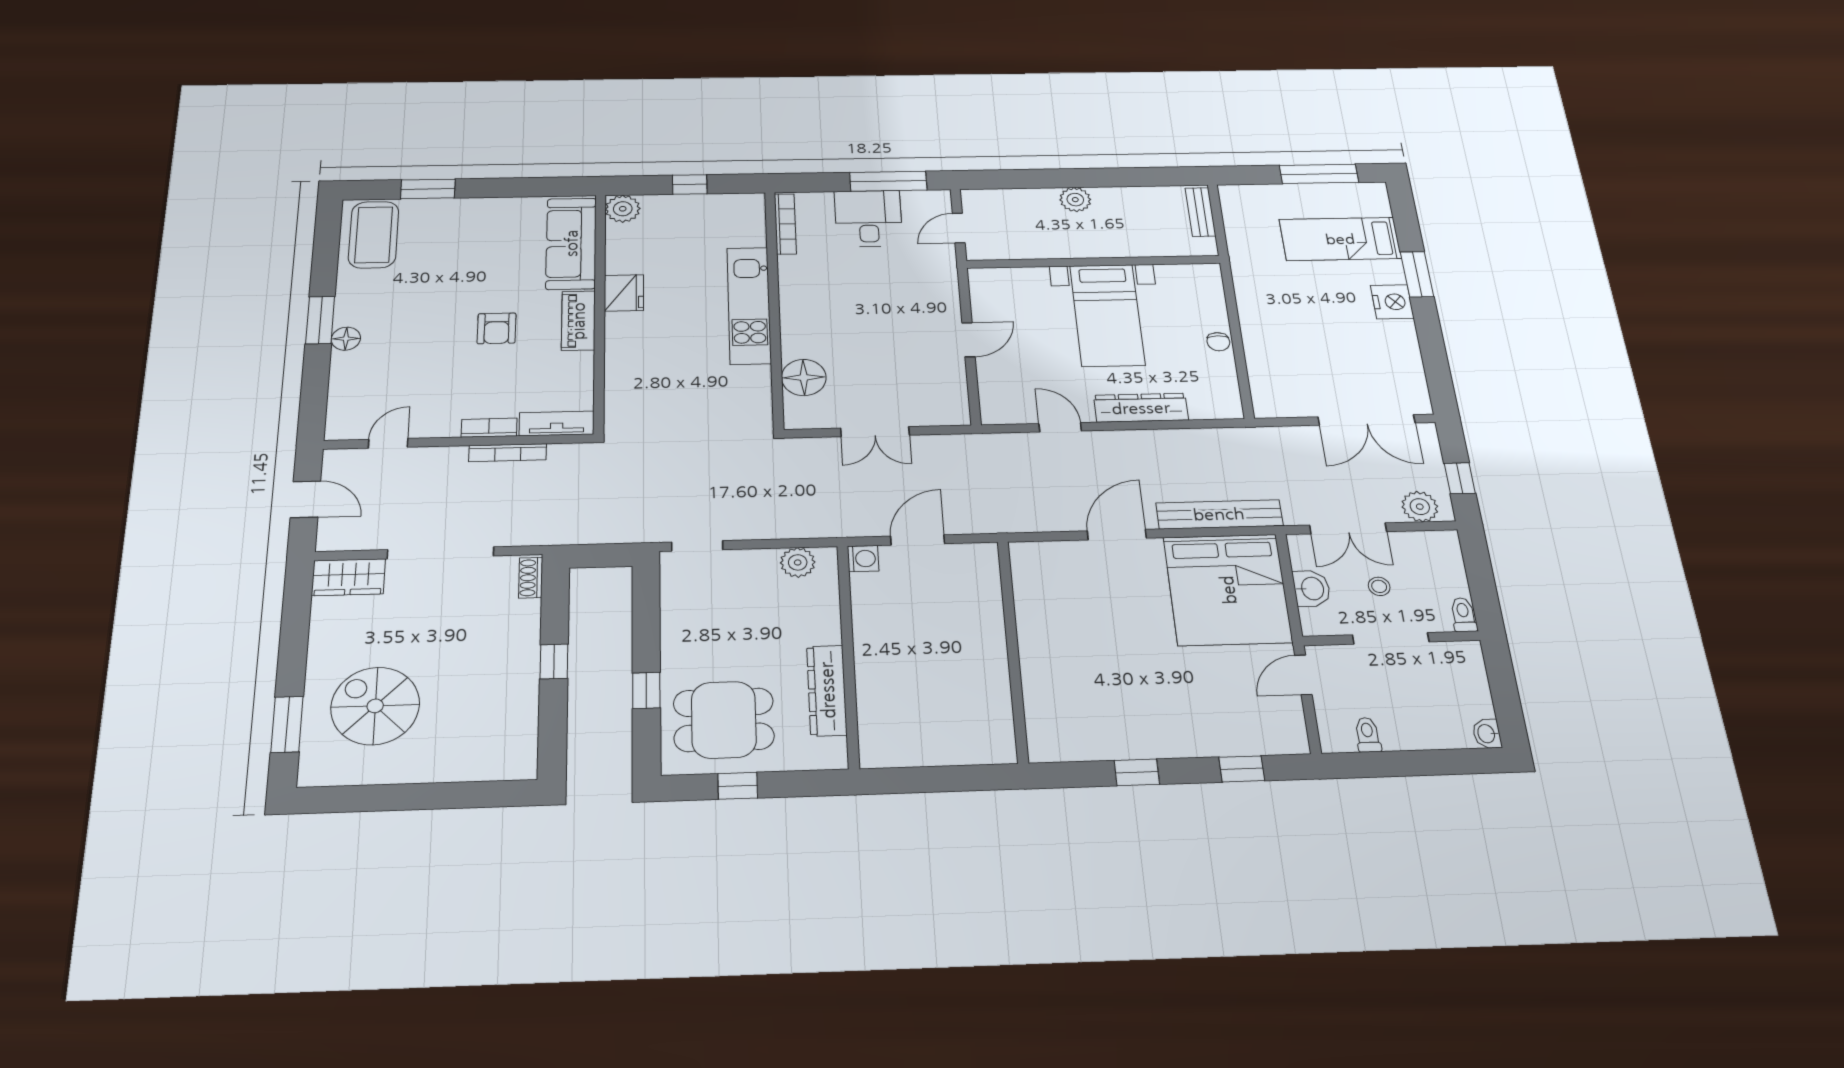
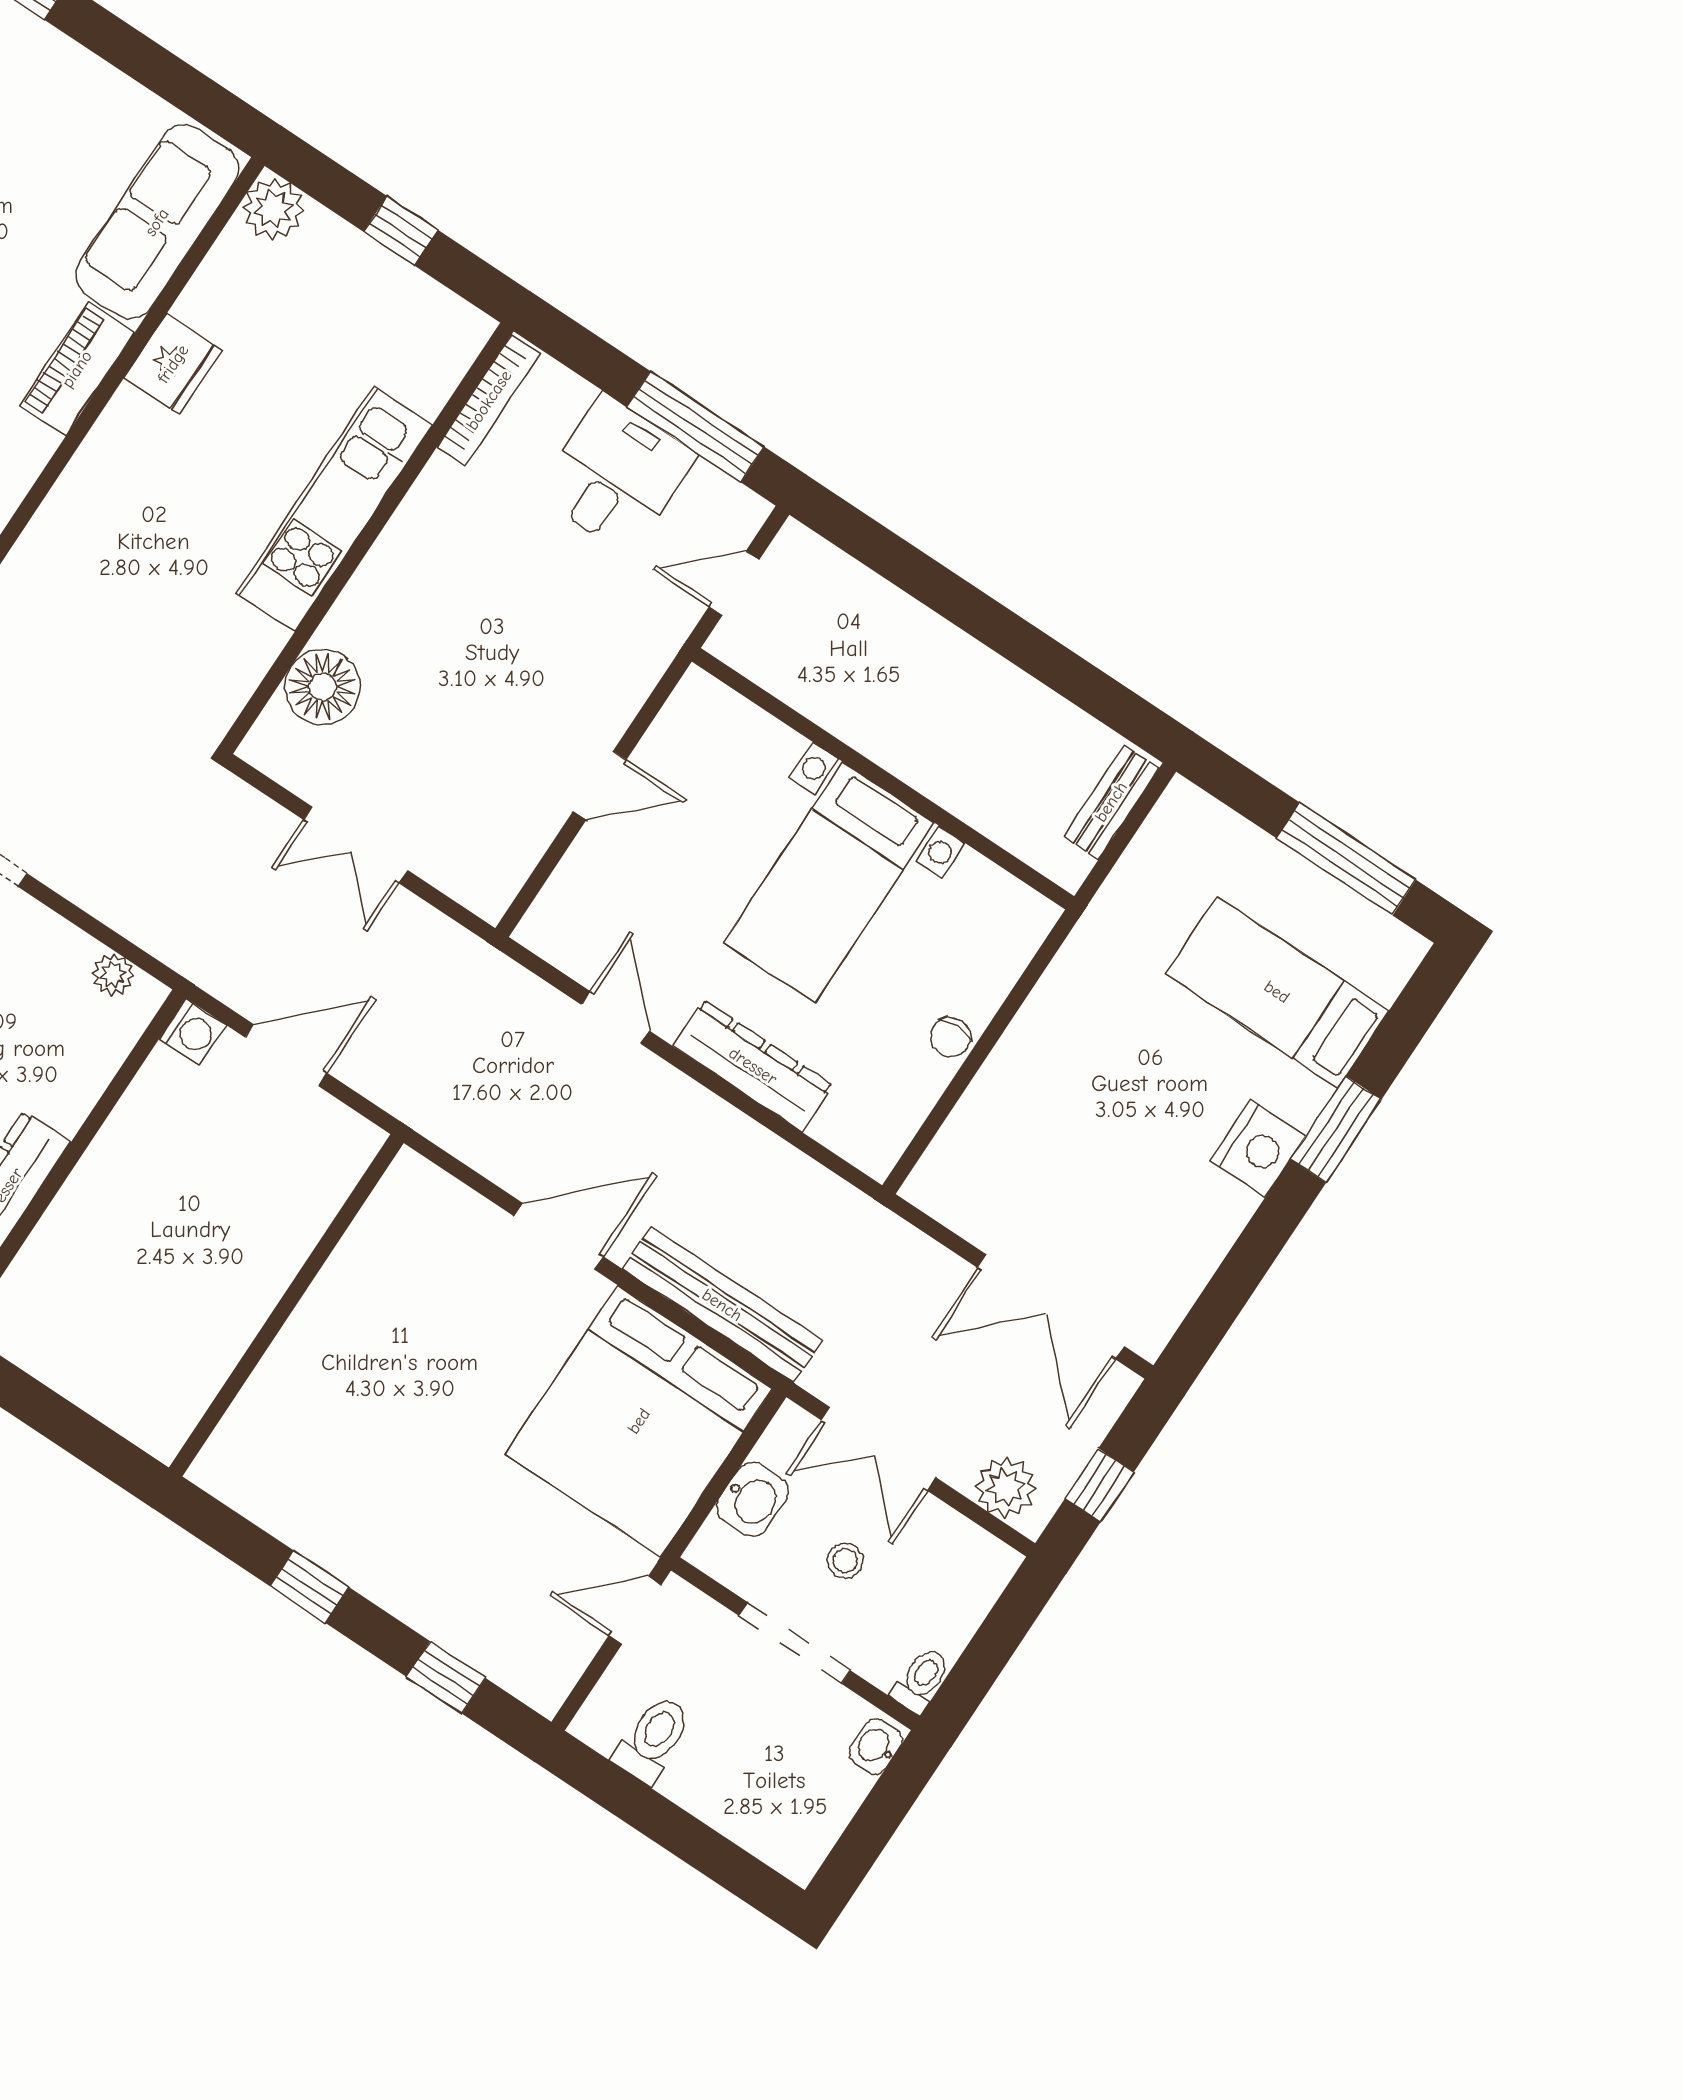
plant: (1075, 200) -> (945, 652), removed
plant: (798, 562) -> (113, 974), width x0.73, depth x0.73
washbasin: (1487, 734) -> (876, 1746), moved
toilet: (1368, 735) -> (653, 1739), width x1.37, depth x1.39

